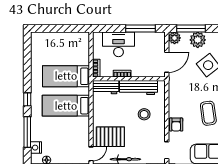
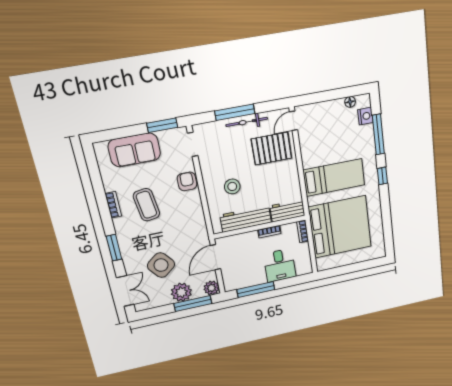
desk: (119, 44) -> (280, 265), width x0.73
bed: (66, 76) -> (340, 227), width x2.04

